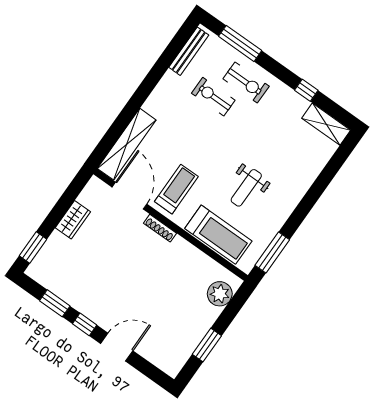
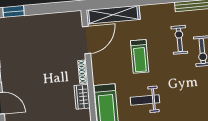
treadmill: (176, 189) -> (140, 56), moved, turned 90
wardrobe: (73, 220) -> (82, 97), moved, turned 90

